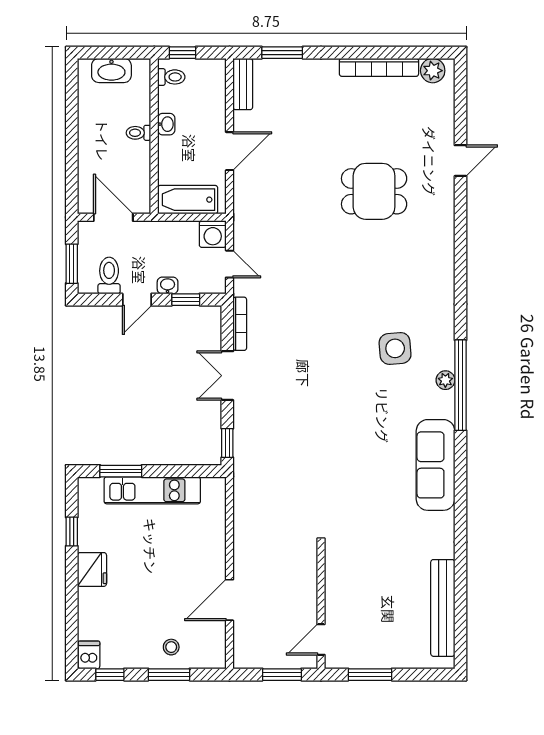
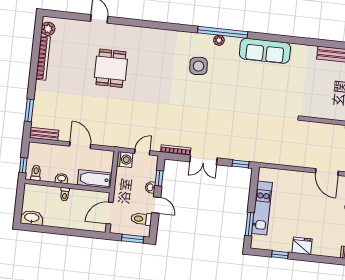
washbasin: (111, 70) -> (32, 218), moved, turned -90
bathtub: (188, 200) -> (95, 179), moved, turned 90

